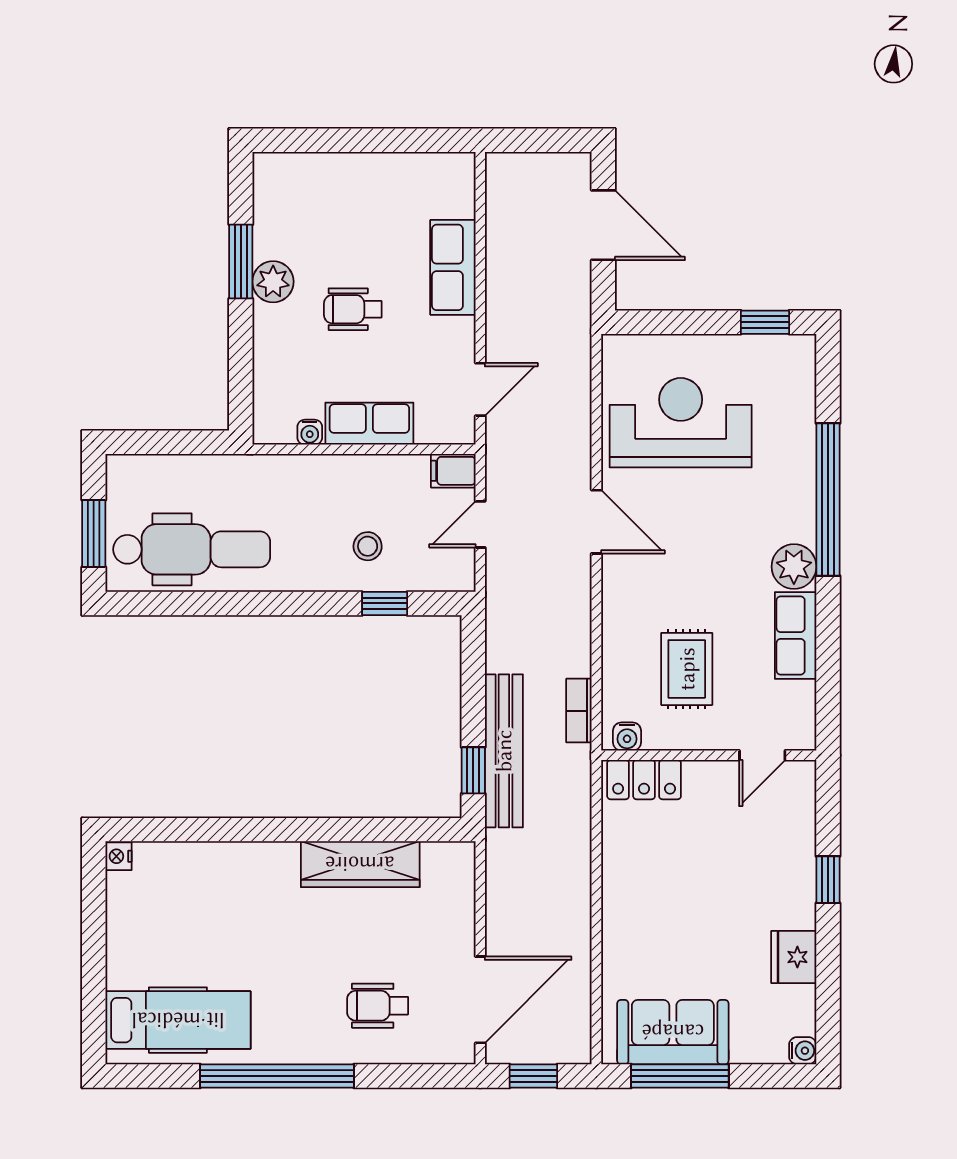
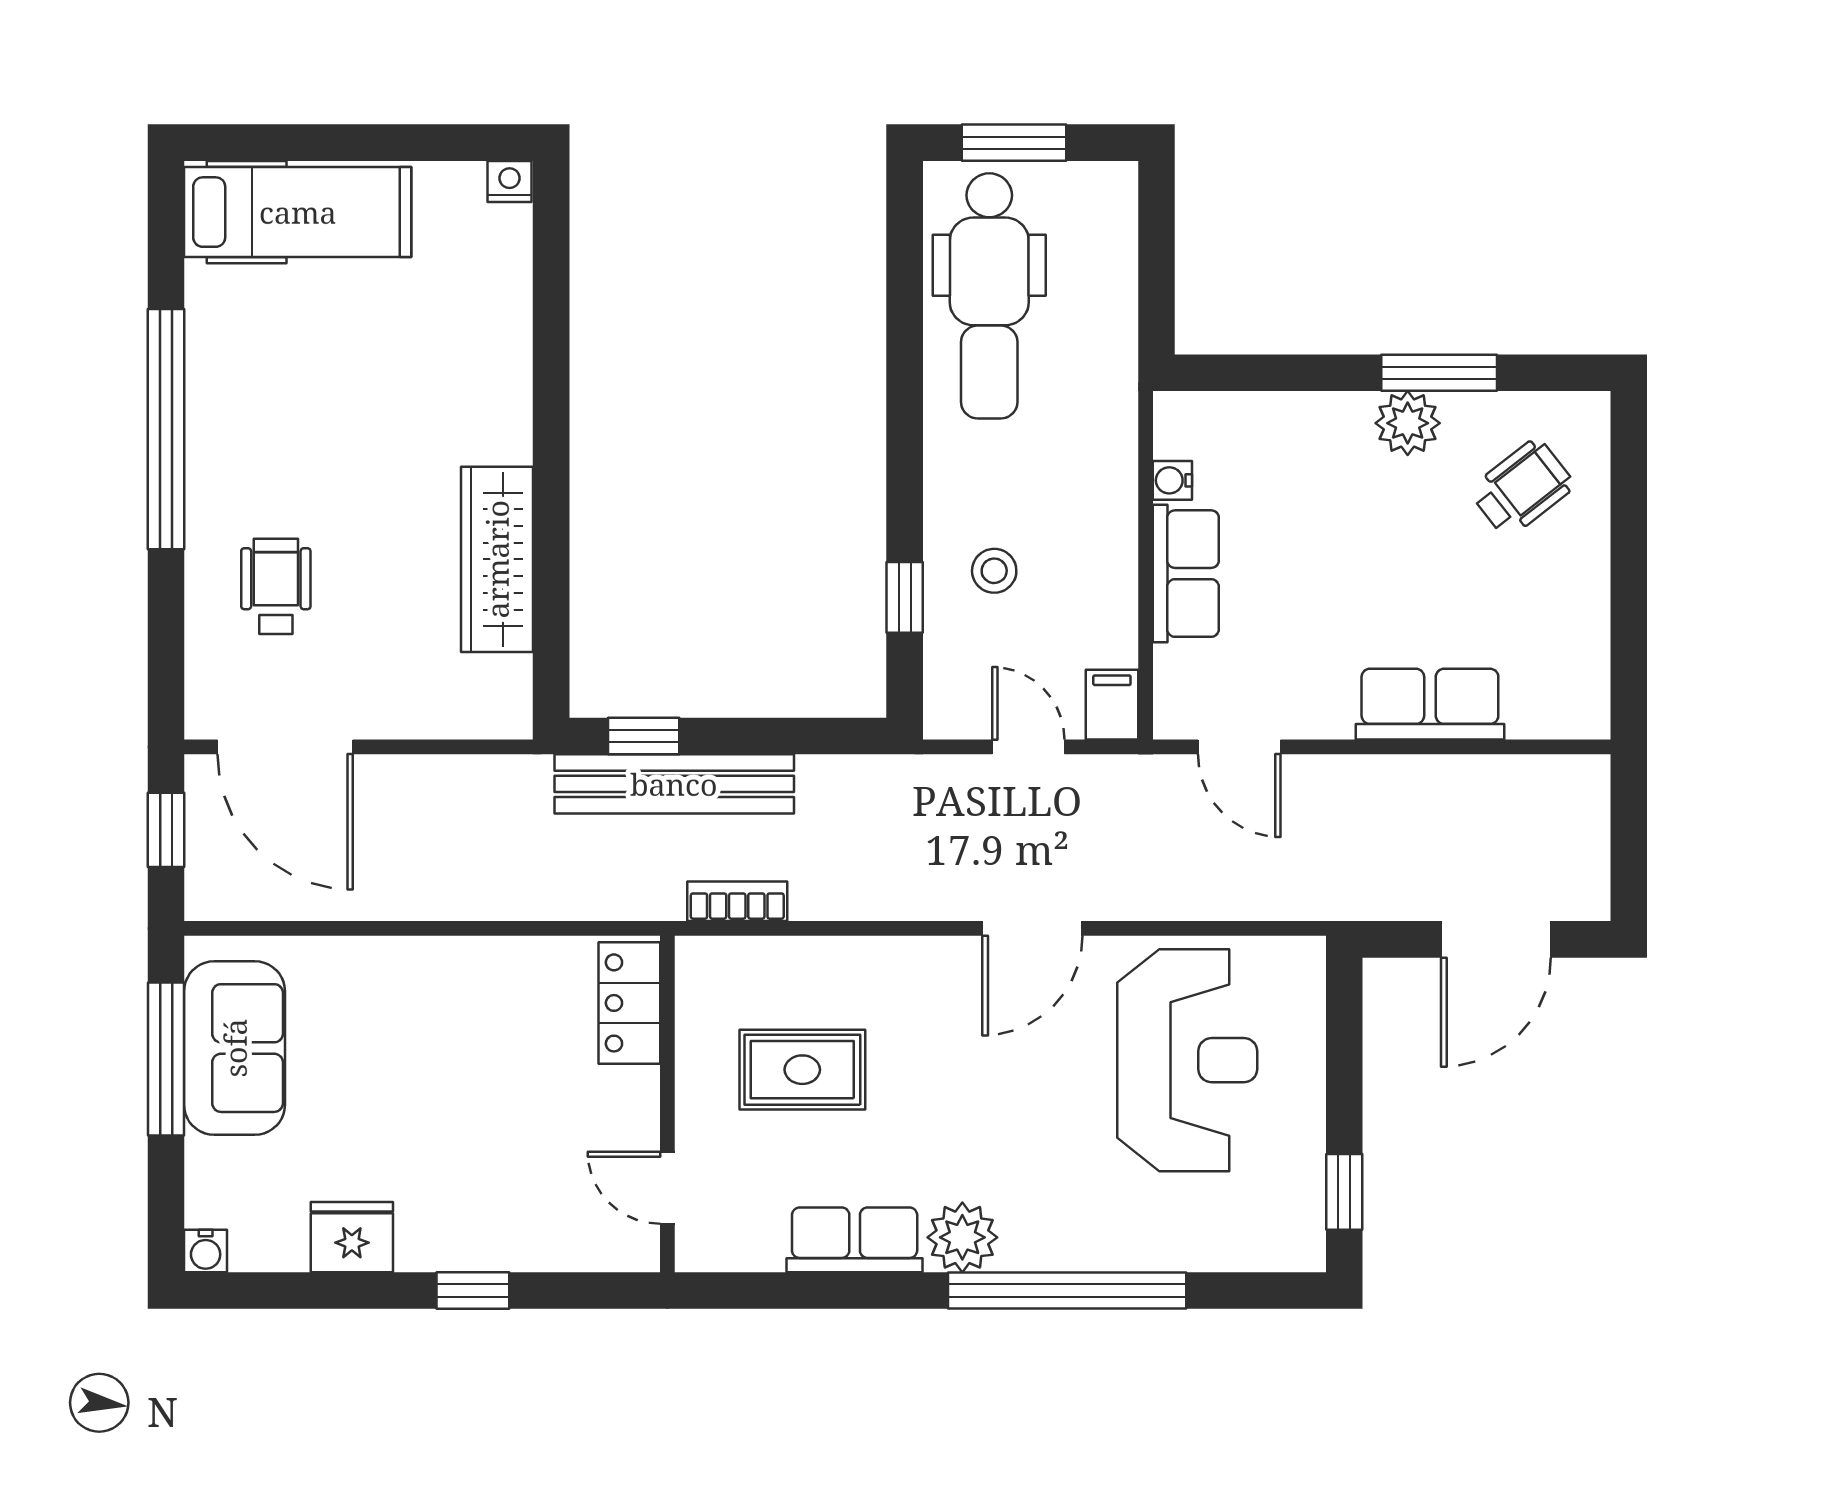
wheelchair: (353, 309) -> (1522, 488), moved, turned 52
water cooler: (627, 737) -> (697, 976), removed
hospital bed: (178, 1020) -> (298, 212), moved, turned -90

